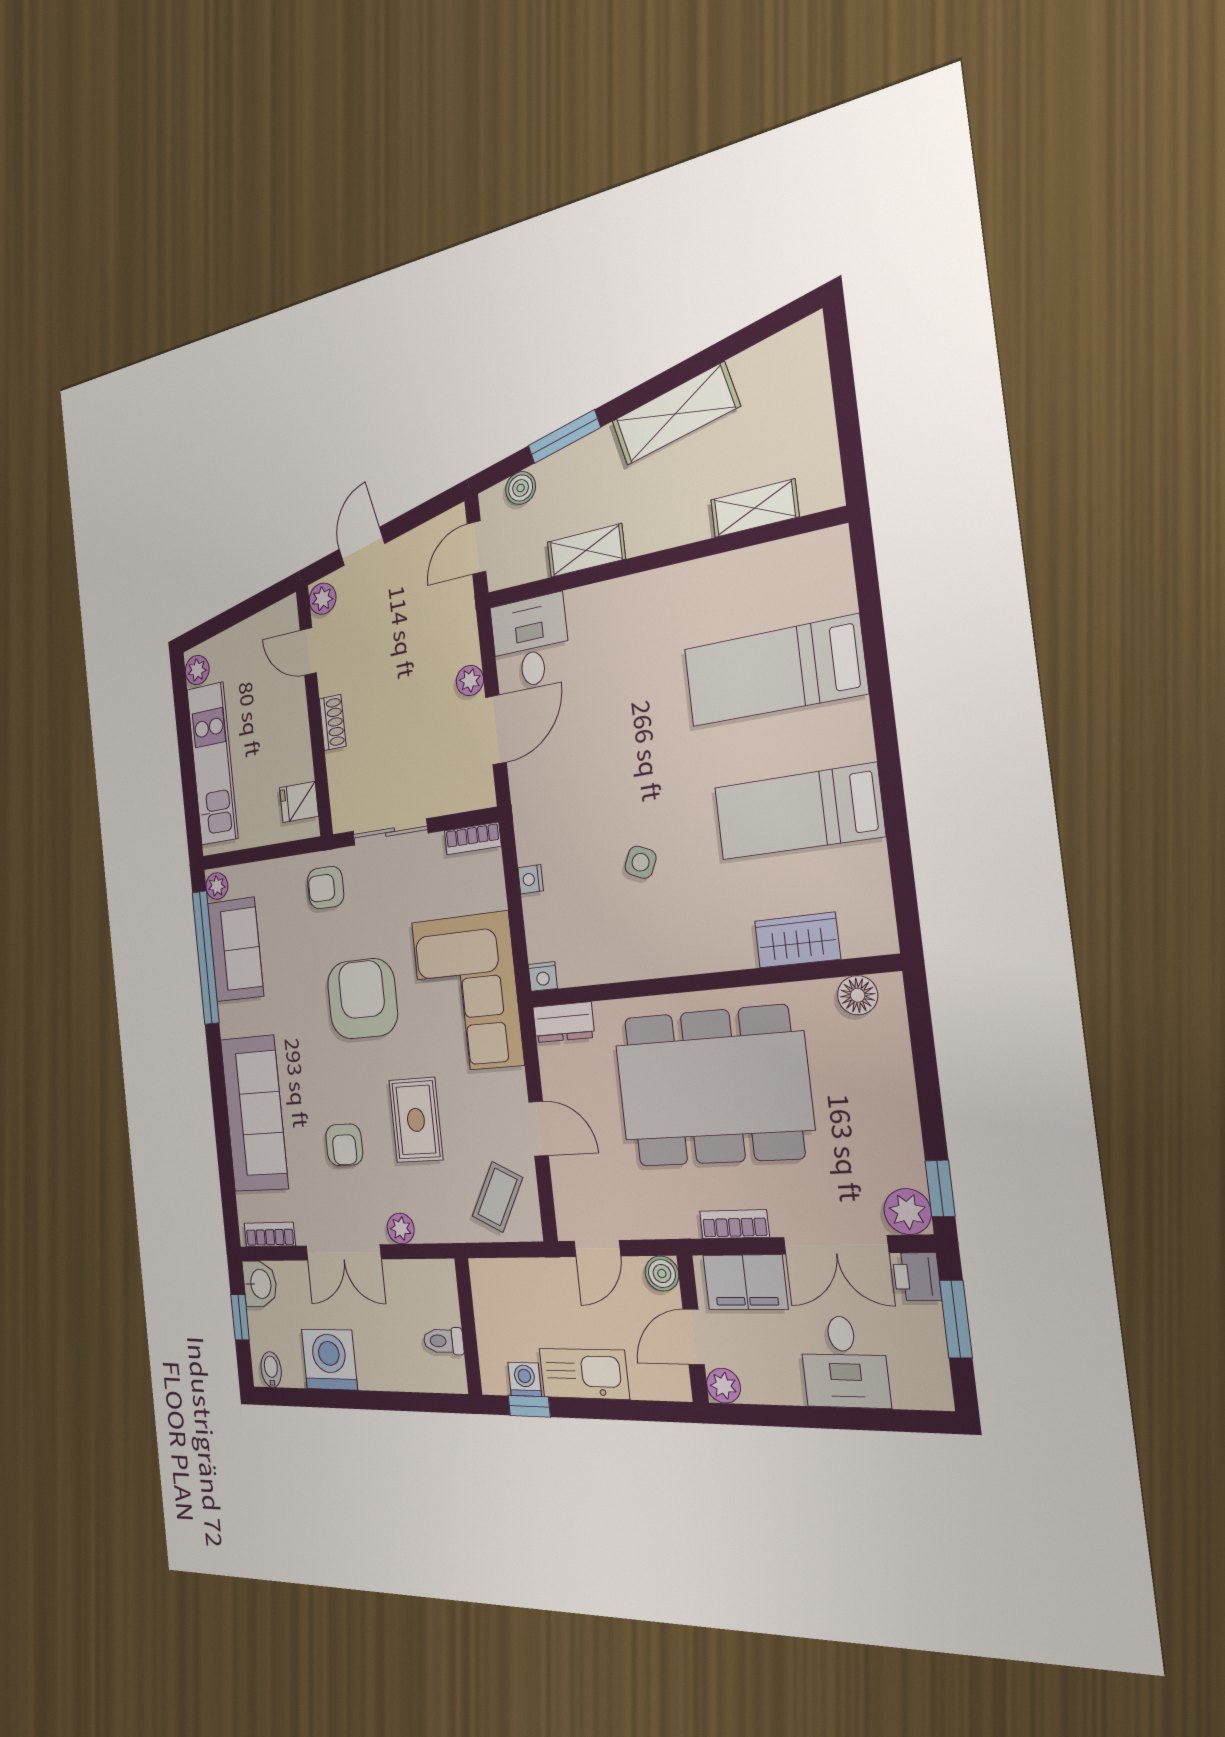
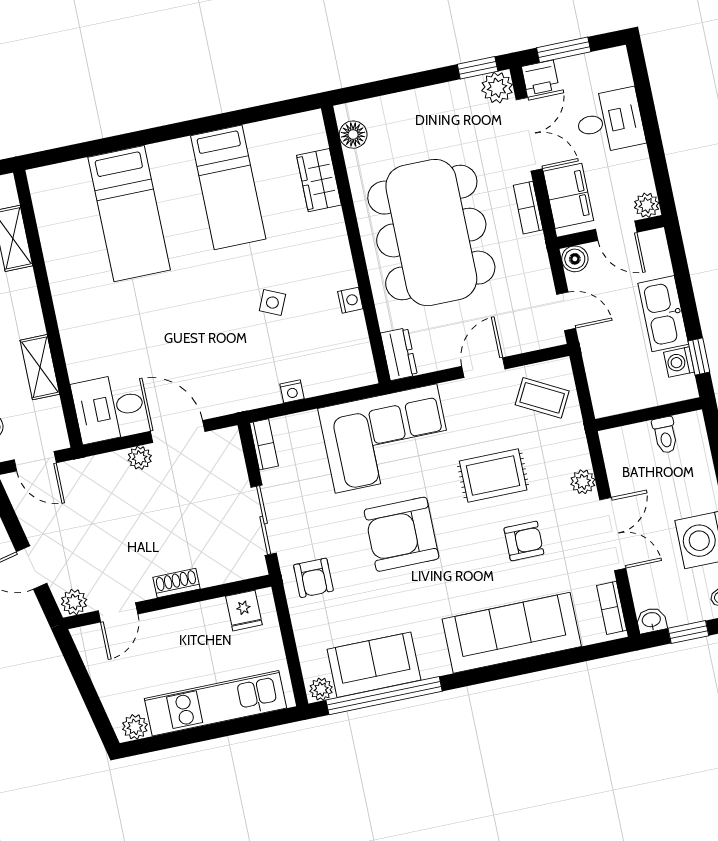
nightstand: (543, 976) -> (350, 300), moved
washbasin: (260, 1284) -> (651, 620), width x0.72, depth x0.69

